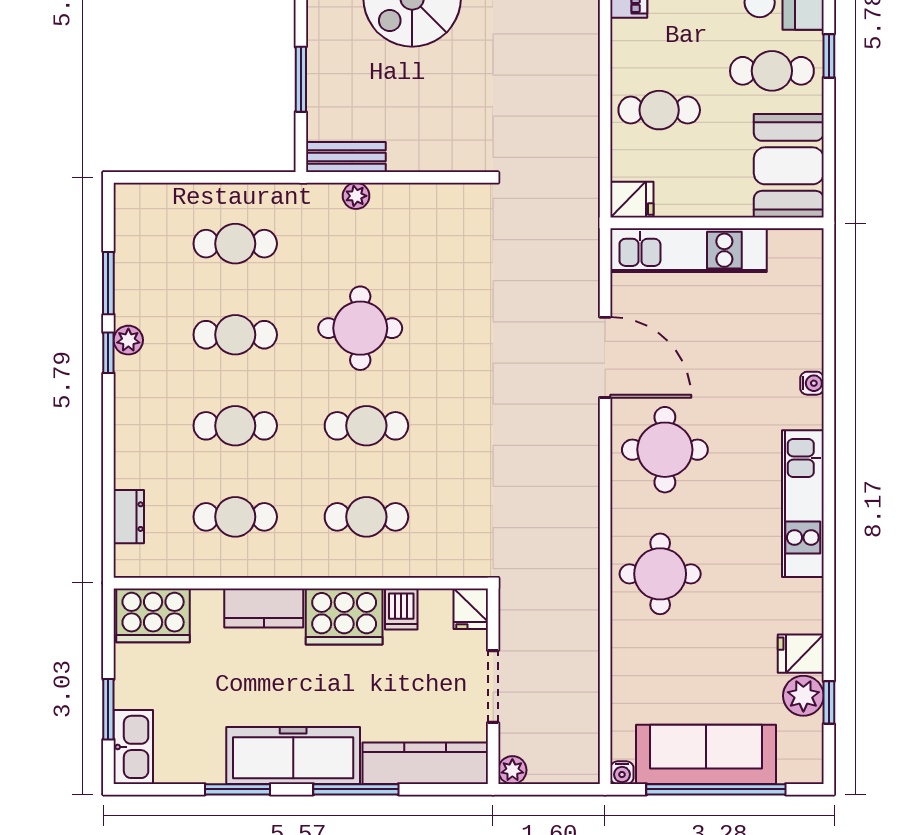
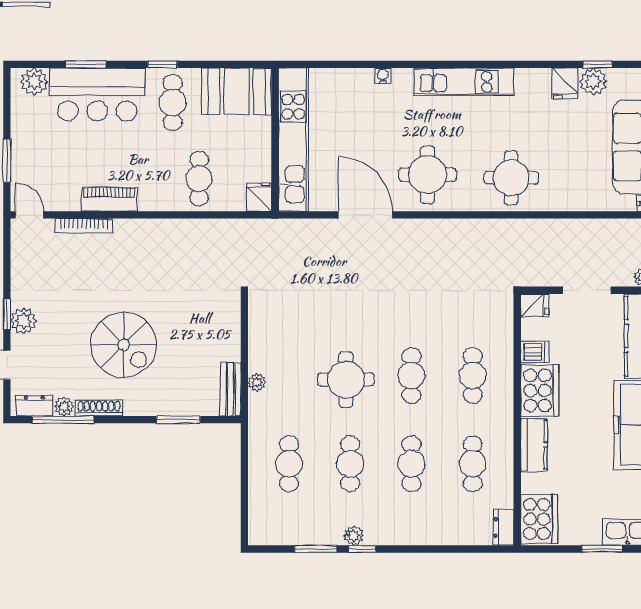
kitchen unit: (688, 250) -> (293, 140), width x1.36
door: (605, 357) -> (365, 215), hinge flipped
dresser: (129, 517) -> (504, 527), moved, turned -90

